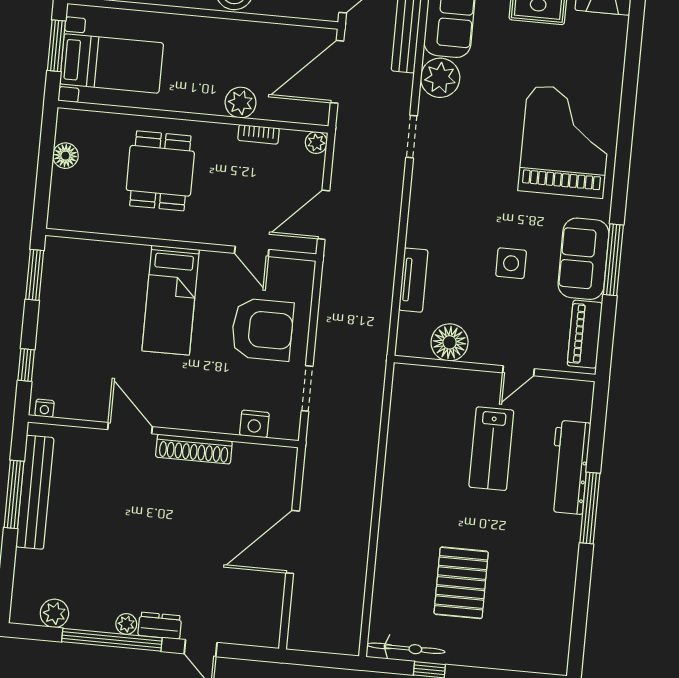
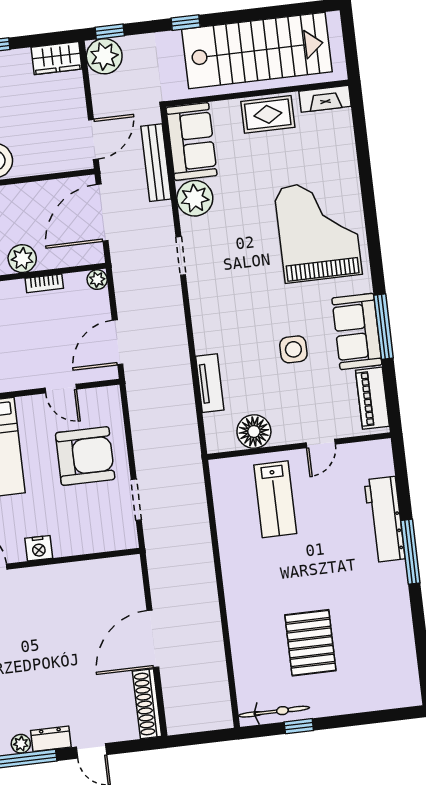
nightstand: (254, 424) -> (39, 548), moved
shoe rack: (194, 449) -> (147, 704), moved, turned 90
lab bench: (491, 449) -> (275, 499), moved

